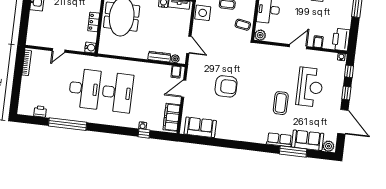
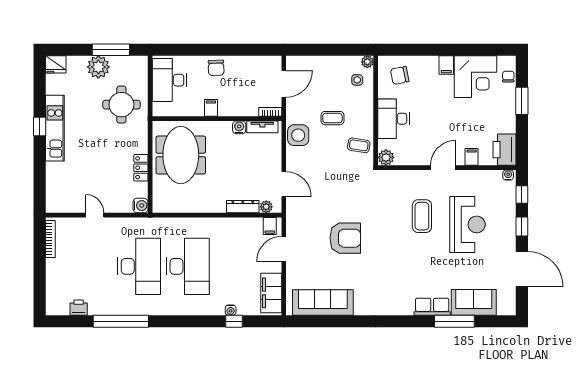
door: (59, 50) -> (95, 215), swing flipped
coffee table: (281, 103) -> (422, 216), moved
sofa: (200, 127) -> (323, 302), width x1.36
plant: (329, 146) -> (505, 307), removed

